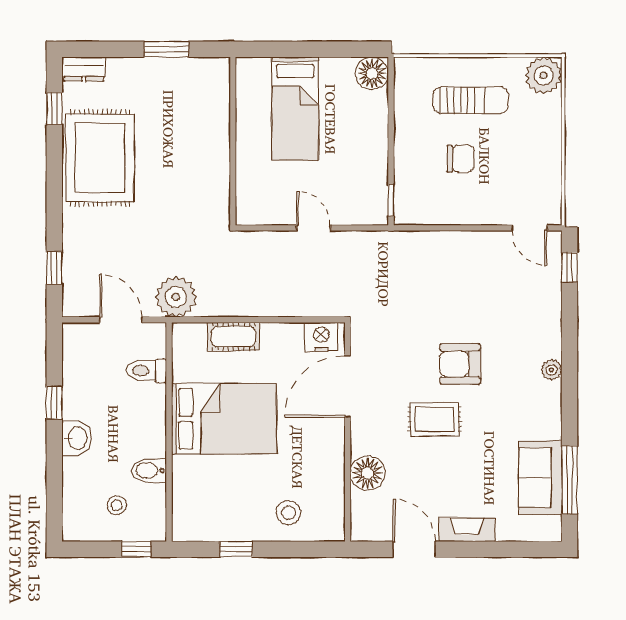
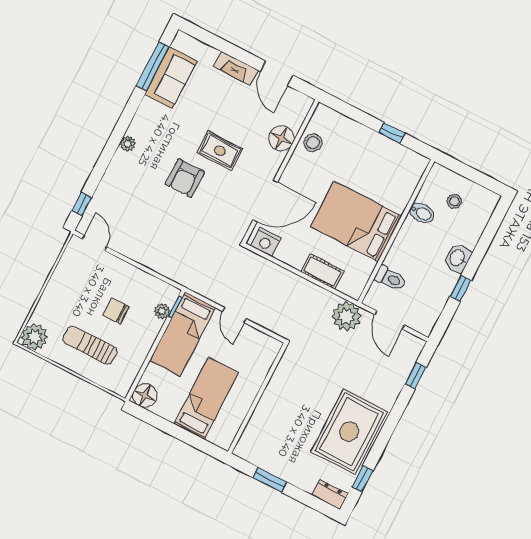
bed: (364, 172) -> (183, 334), added
plant: (404, 187) -> (162, 311), added
armchair: (460, 364) -> (185, 178), turned 90
stool: (288, 513) -> (313, 143), moved
window: (136, 549) -> (456, 166), removed

